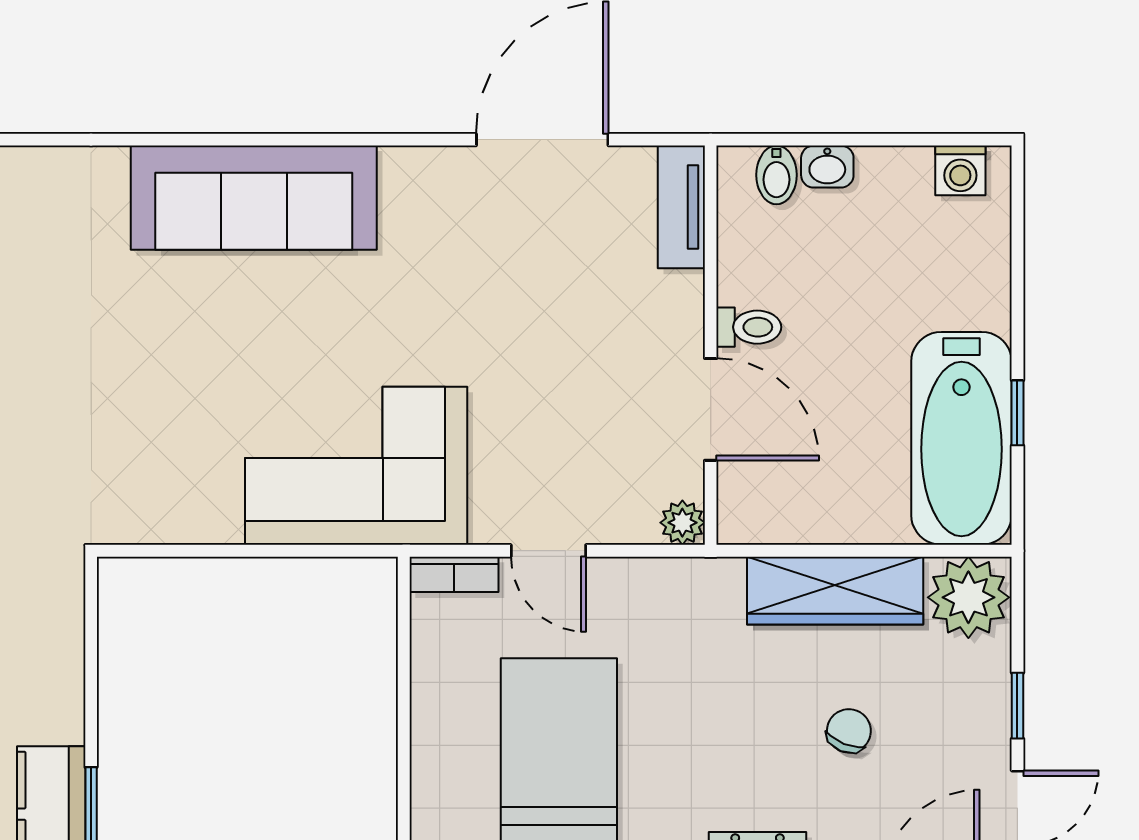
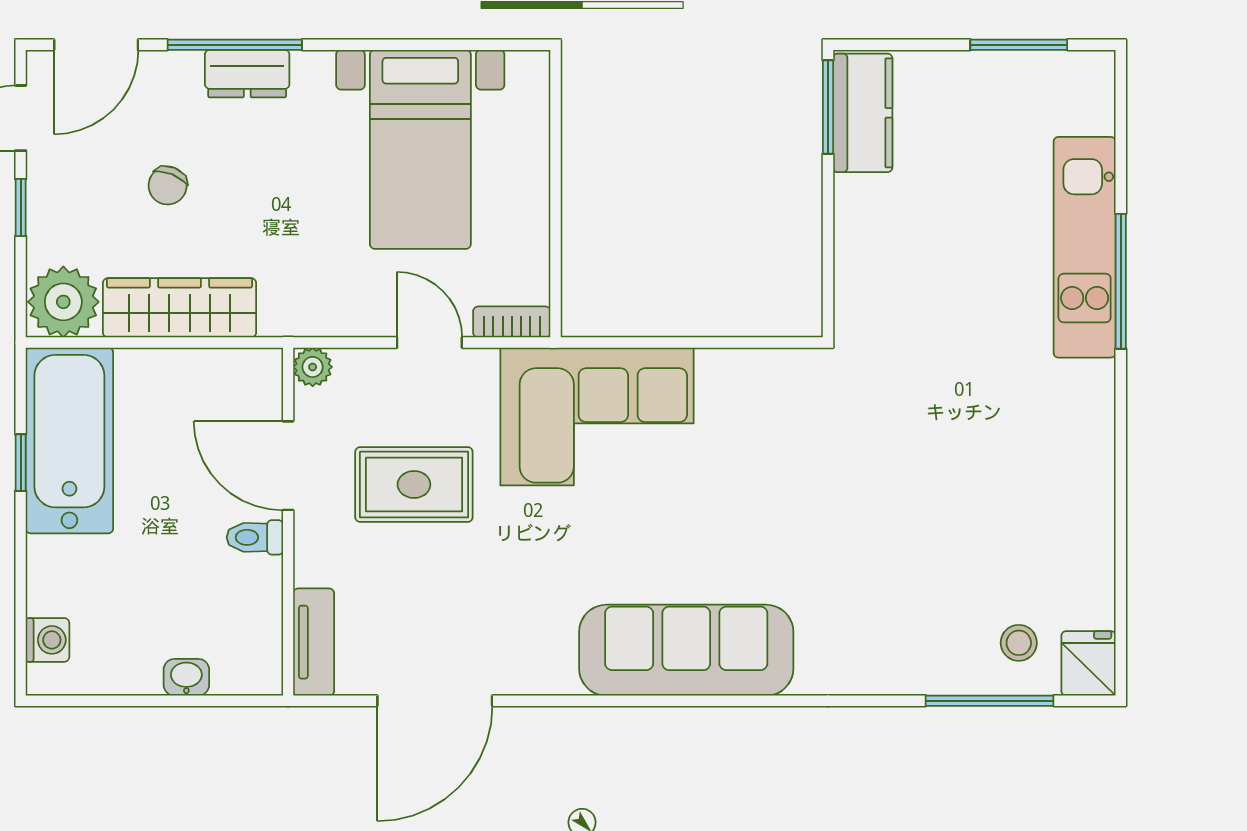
washing machine: (960, 170) -> (47, 640), moved, turned 90
bidet: (776, 175) -> (231, 670), removed
rug: (566, 388) -> (414, 484), added

